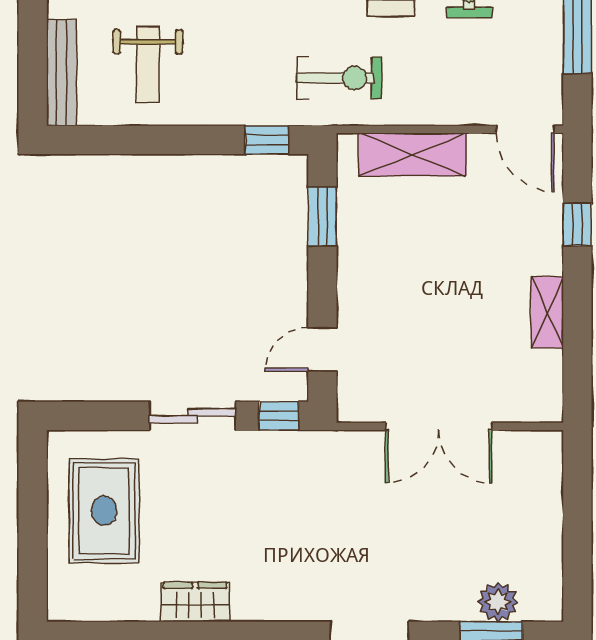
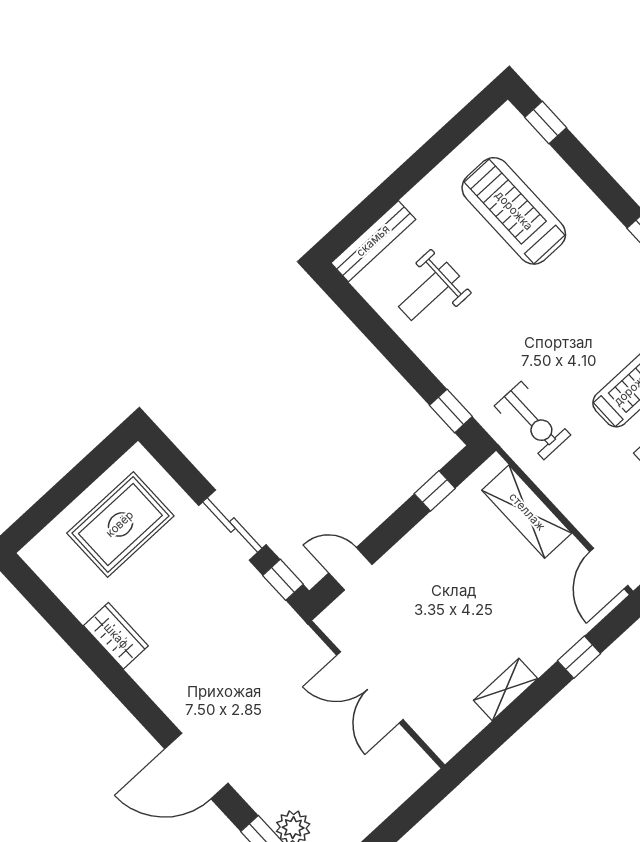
window: (322, 217) -> (435, 491), width x0.67

